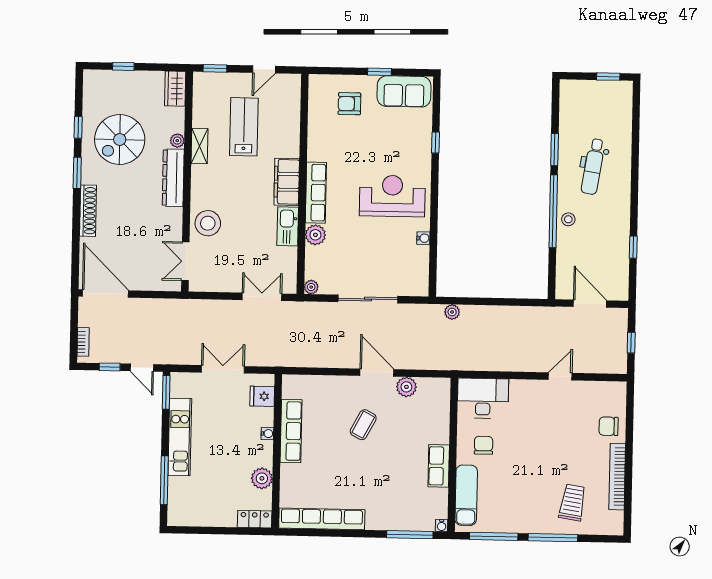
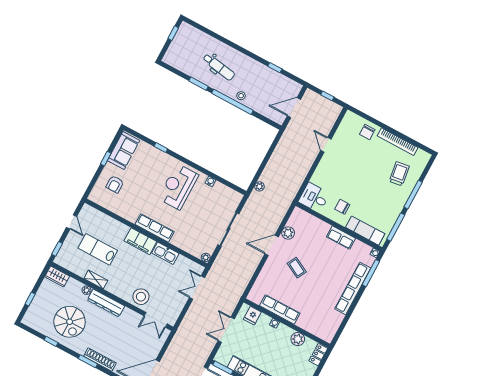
window: (77, 173) -> (88, 361), moved
plant: (315, 235) -> (178, 240), removed
desk: (483, 398) -> (314, 198), width x0.73
trolley: (572, 503) -> (399, 174), turned 73
row of seats: (322, 519) -> (353, 288), moved

